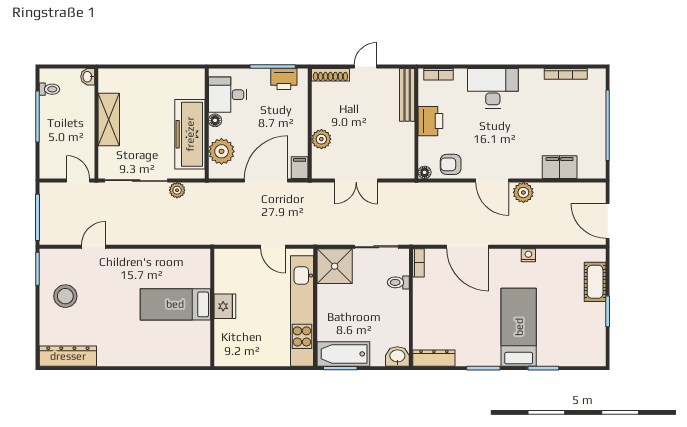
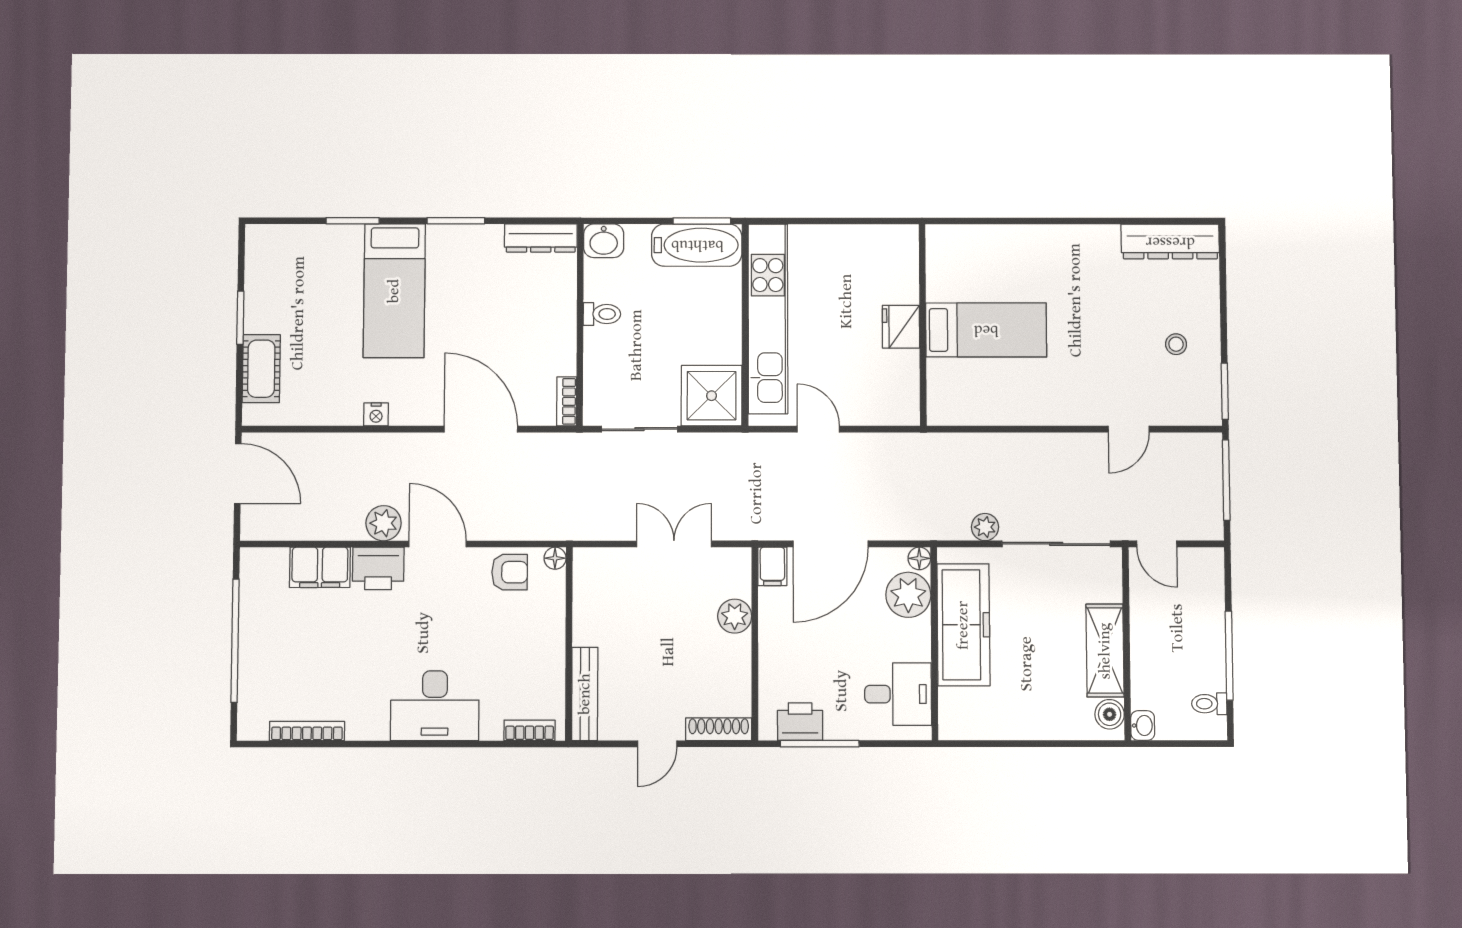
boiler: (107, 83) -> (1110, 714), added
floor lamp: (215, 120) -> (919, 558), moved
printer: (430, 121) -> (378, 568), moved, turned -90
toilet: (398, 282) -> (602, 314), moved
stool: (65, 296) -> (1176, 344), width x0.53, depth x0.53

